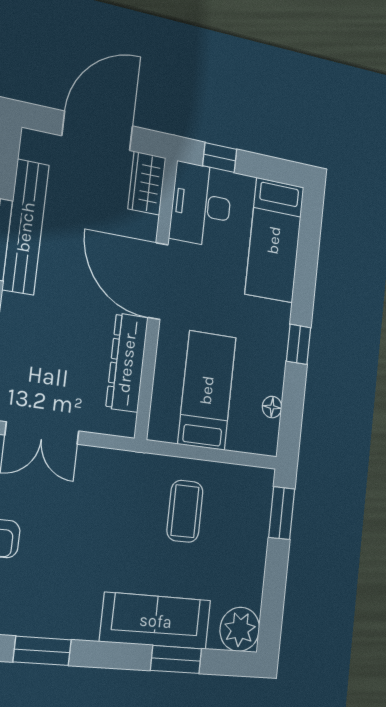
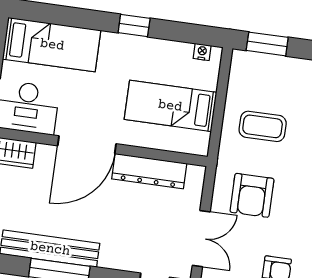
floor lamp: (272, 407) -> (184, 50), removed
nightstand: (271, 430) -> (202, 52), added
armchair: (99, 501) -> (252, 195), added

